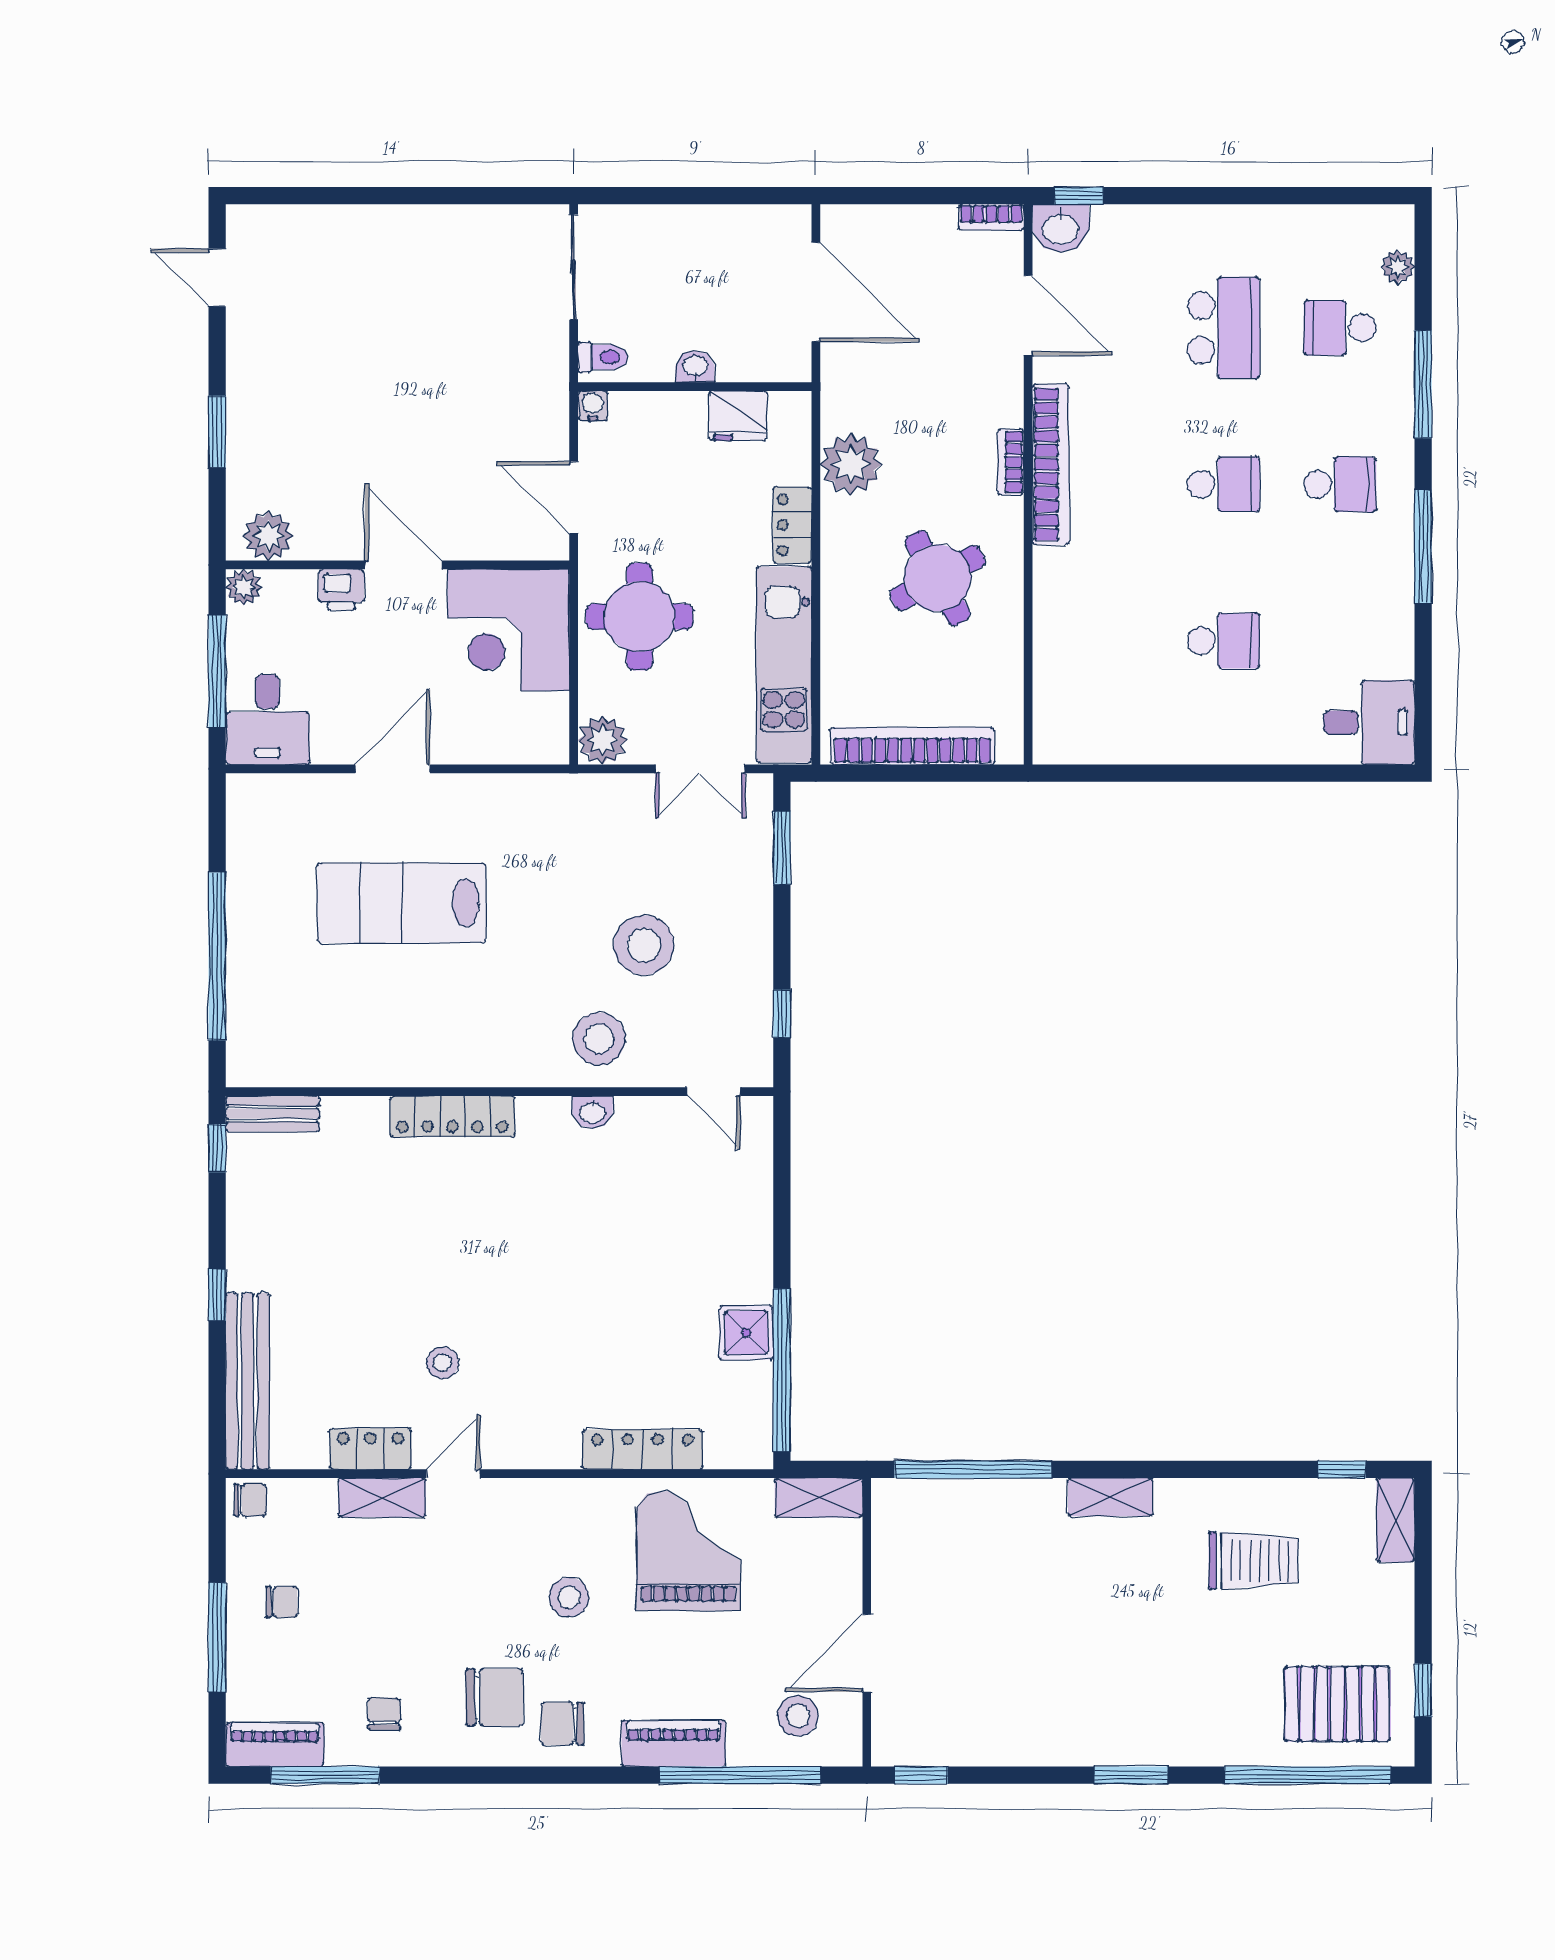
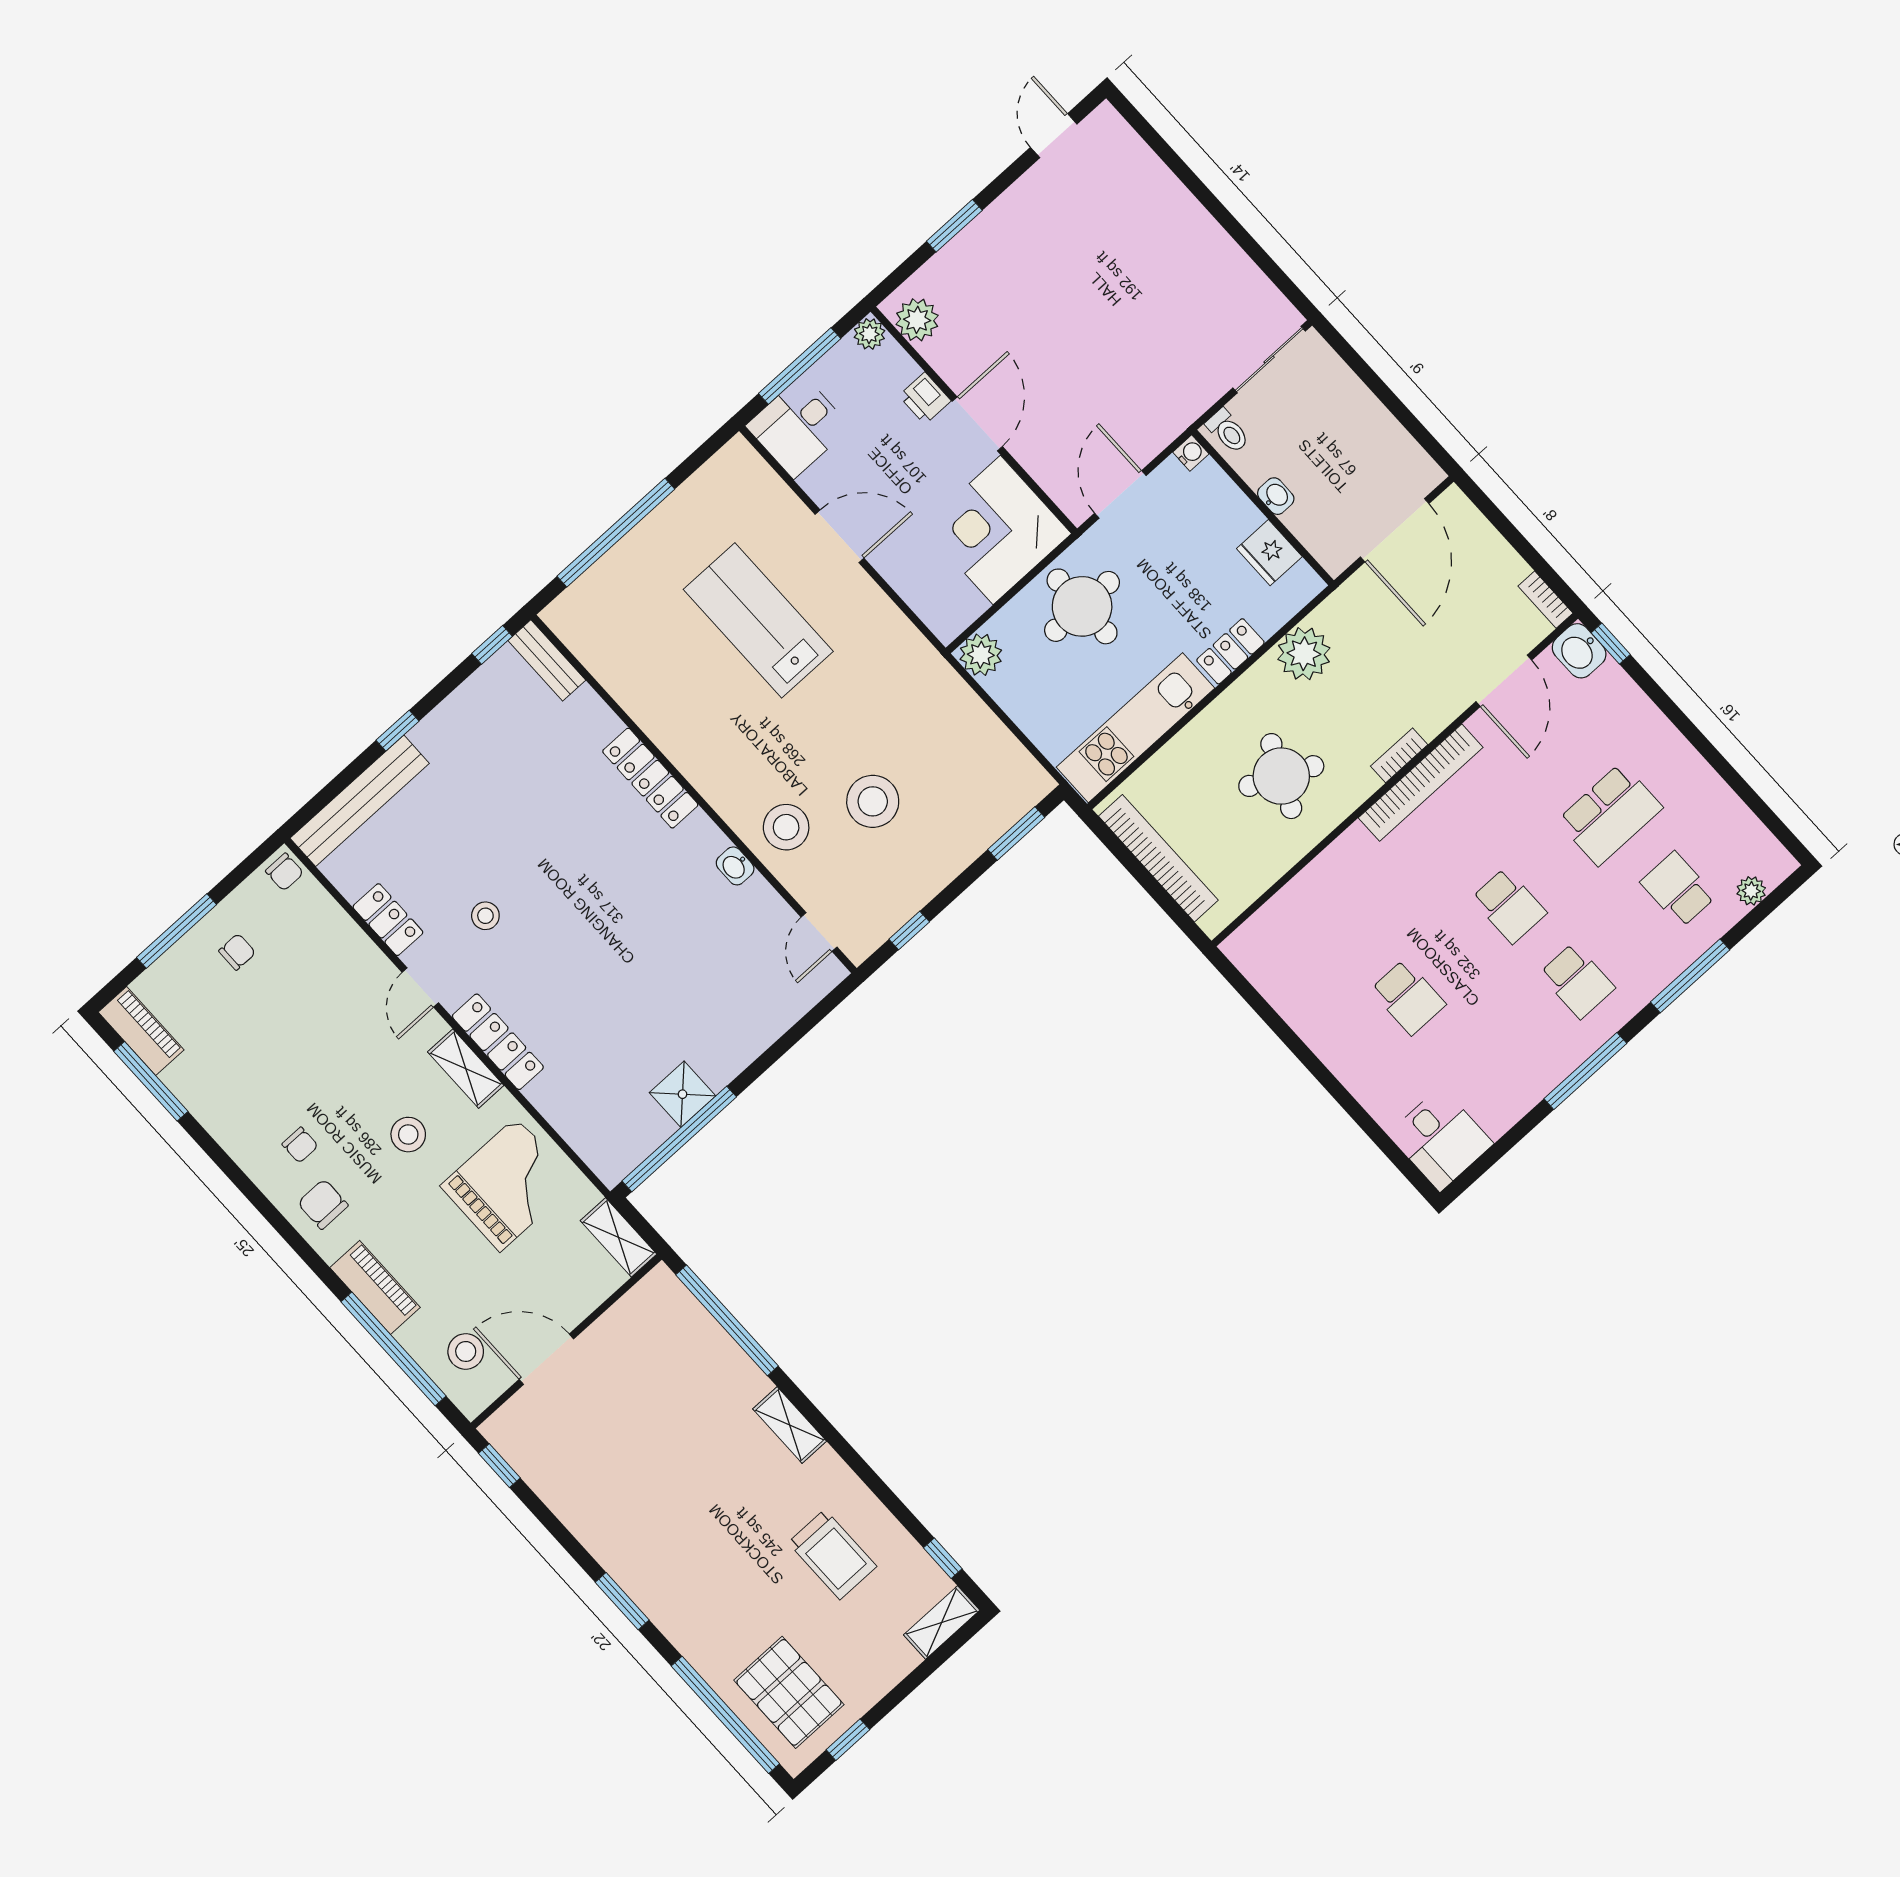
round table: (937, 578) -> (1281, 776), turned -36
double door: (700, 769) -> (1019, 735), removed
locker: (643, 1450) -> (498, 1042), moved
door: (453, 1474) -> (420, 988), swing flipped
shelving: (382, 1498) -> (466, 1069), moved
chair: (282, 1602) -> (237, 952), turned -90
chair: (494, 1697) -> (300, 1145), width x0.54, depth x0.54
chair: (384, 1714) -> (225, 1083), removed

